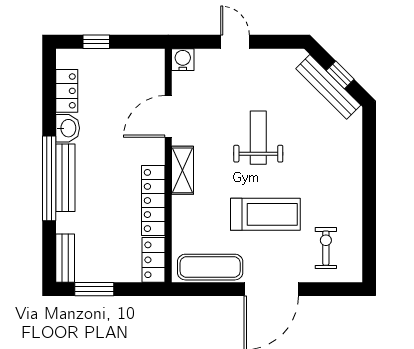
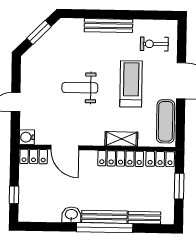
window: (340, 75) -> (39, 32), width x1.50
bench: (328, 87) -> (108, 26), moved, turned 45
locker: (67, 91) -> (34, 156), moved, turned 180
shelving: (183, 170) -> (121, 139), moved
bench: (65, 258) -> (144, 218), moved
window: (94, 289) -> (179, 186), moved

